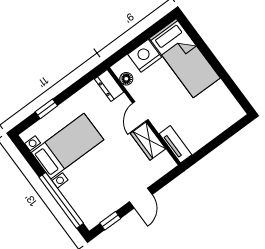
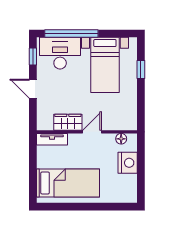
bed: (185, 58) -> (68, 183), moved, turned 180
dresser: (109, 85) -> (125, 124), removed
door: (140, 111) -> (92, 132), hinge flipped
desk: (88, 197) -> (60, 53), added

